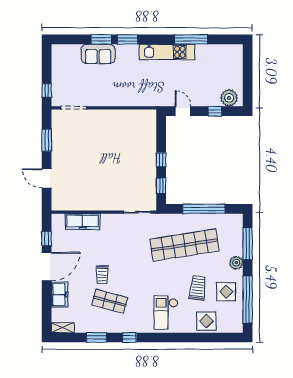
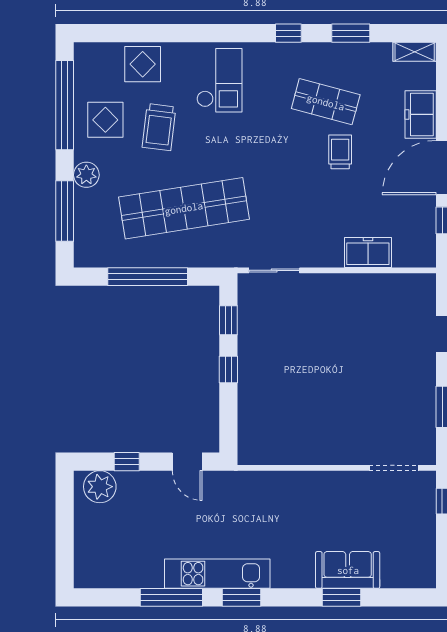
window: (128, 39) -> (242, 597), moved
freezer: (82, 222) -> (368, 253), width x0.71

